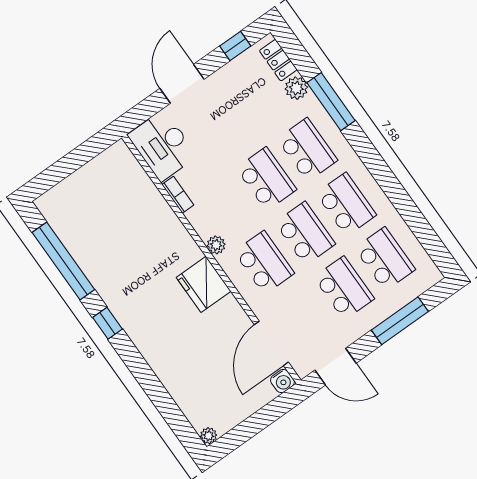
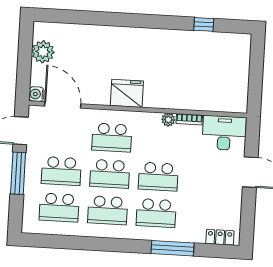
window: (235, 46) -> (247, 219), removed
plant: (296, 88) -> (196, 235), removed
plant: (216, 245) -> (168, 120), moved
window: (63, 261) -> (204, 24), width x0.32
window: (400, 321) -> (18, 173), moved
window: (108, 323) -> (148, 21), removed
plant: (209, 436) -> (43, 52), moved, width x1.87, depth x1.87

